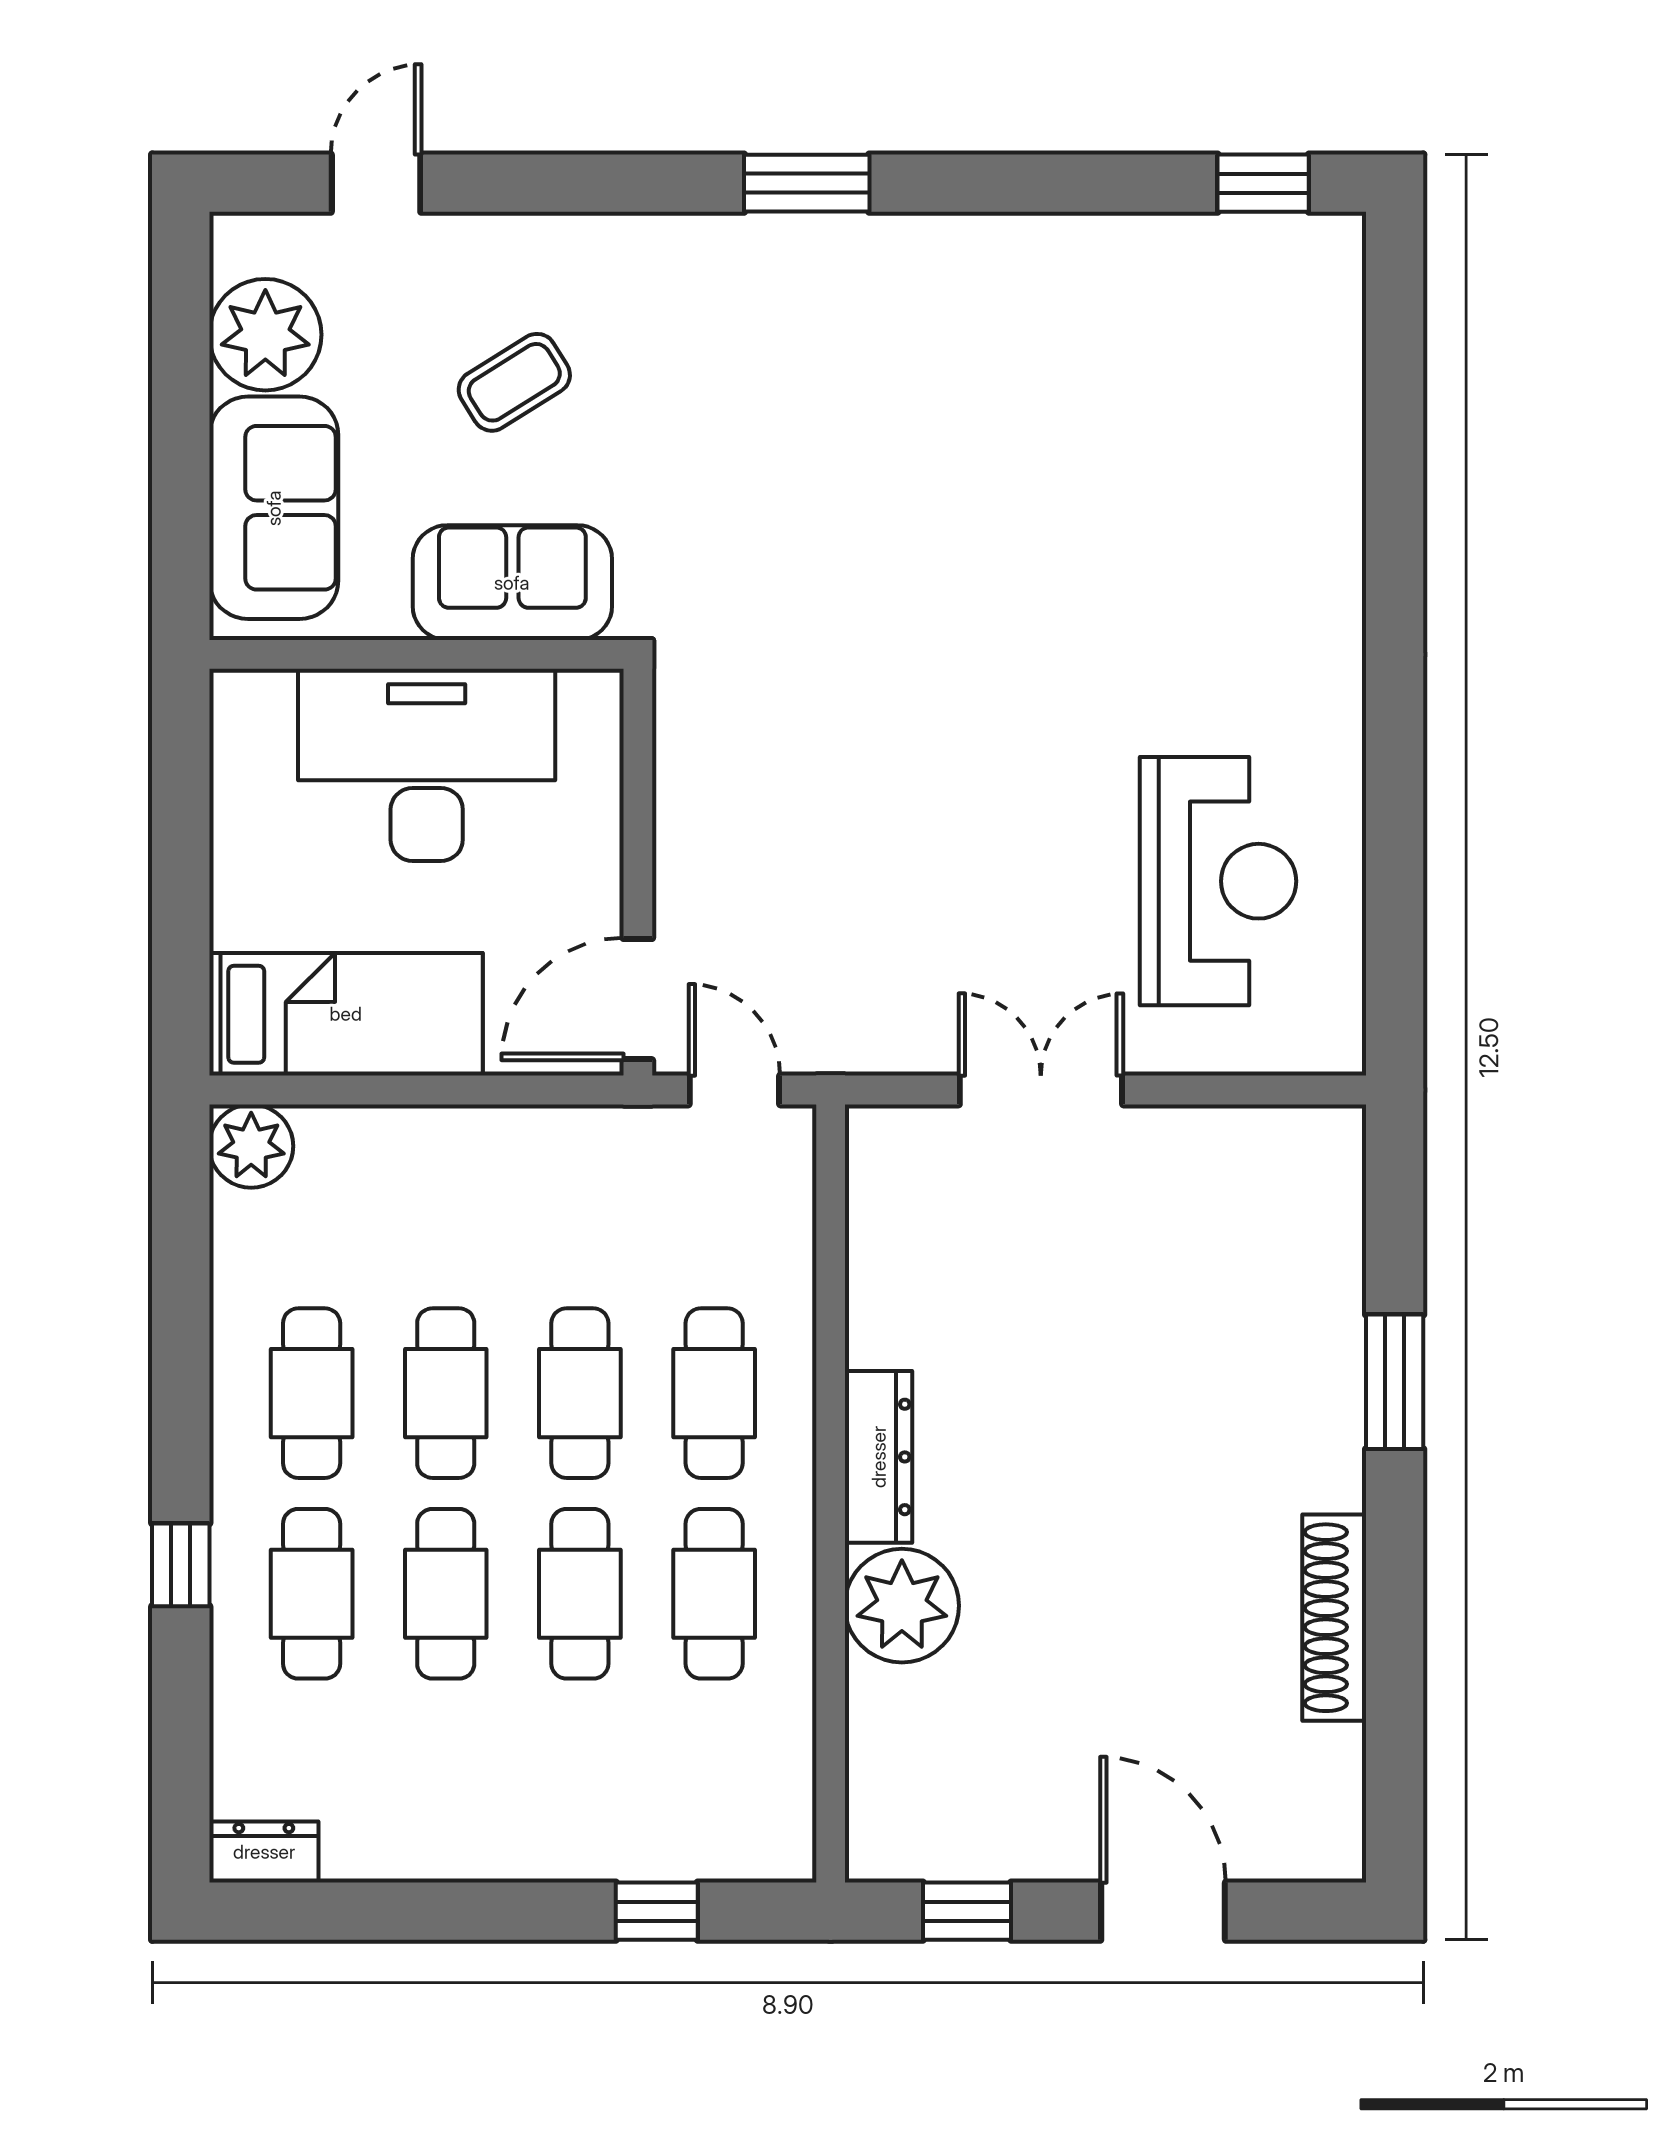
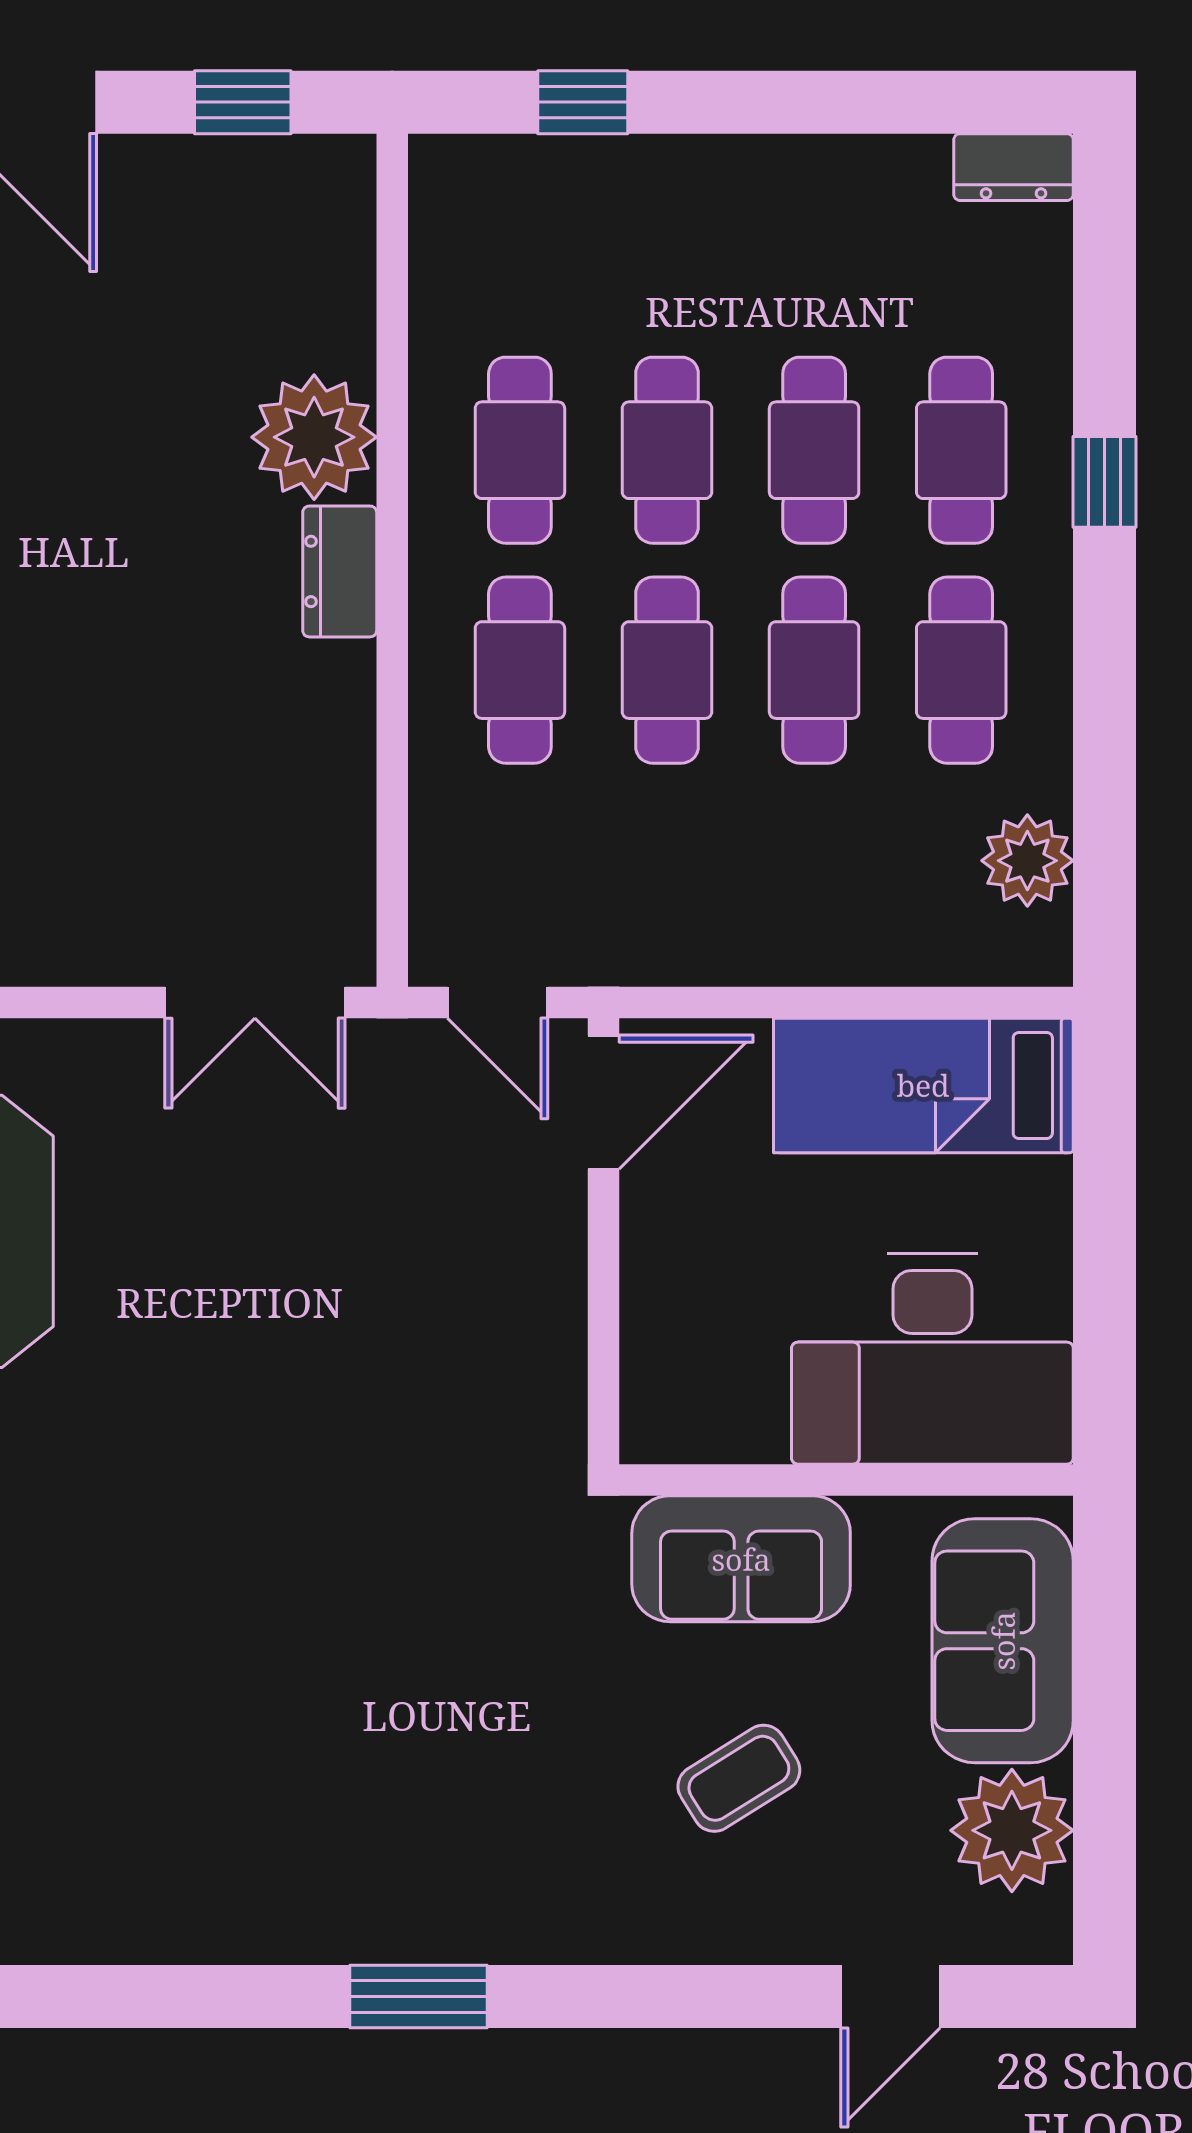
desk: (427, 765) -> (932, 1359), moved
double door: (1041, 1090) -> (255, 1002), moved
plant: (251, 1146) -> (1027, 861), moved
dresser: (879, 1457) -> (340, 571), width x0.70

